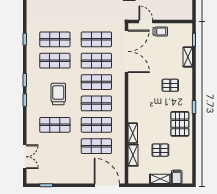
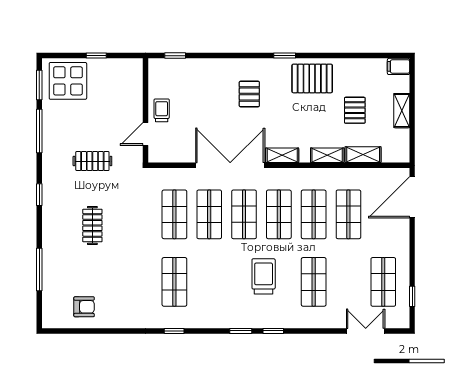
double door: (126, 51) -> (230, 165), moved
shelving: (188, 57) -> (282, 155), moved
shop shelf: (55, 61) -> (383, 282), moved
trolley: (58, 94) -> (264, 276), turned 90
filing cabinet: (177, 177) -> (399, 66), moved

